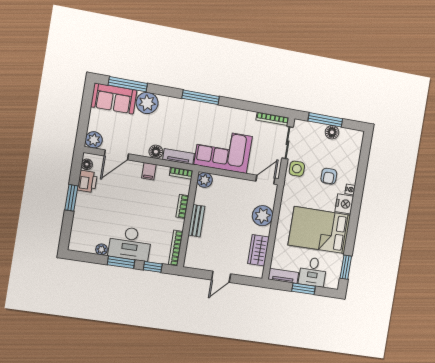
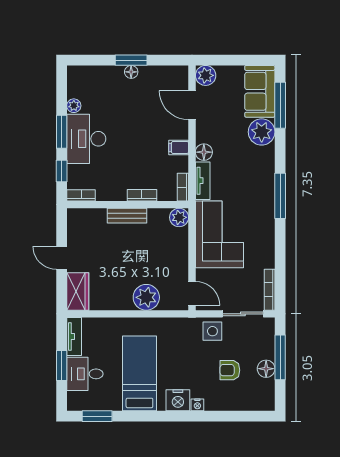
floor lamp: (87, 164) -> (131, 72), moved
armchair: (329, 176) -> (230, 370), moved
printer: (87, 181) -> (154, 76), removed
bed: (319, 230) -> (139, 373), width x0.67
bookcase: (176, 248) -> (81, 195), width x0.64
wardrobe: (258, 250) -> (78, 291), moved, turned 90

